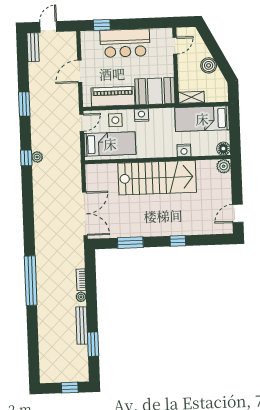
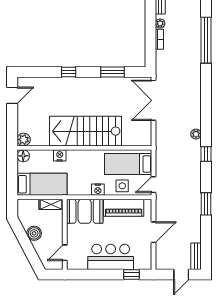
plant: (37, 157) -> (196, 134), moved

